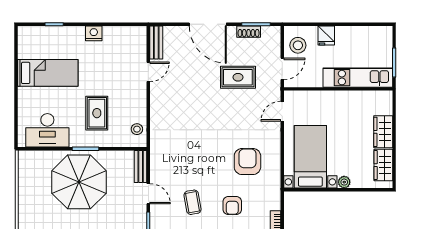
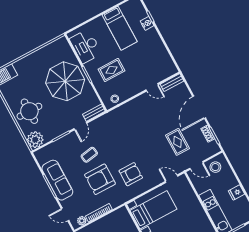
nightstand: (94, 33) -> (147, 23), moved
fridge: (326, 36) -> (236, 193), moved
armchair: (232, 206) -> (100, 179), width x1.88, depth x1.88

